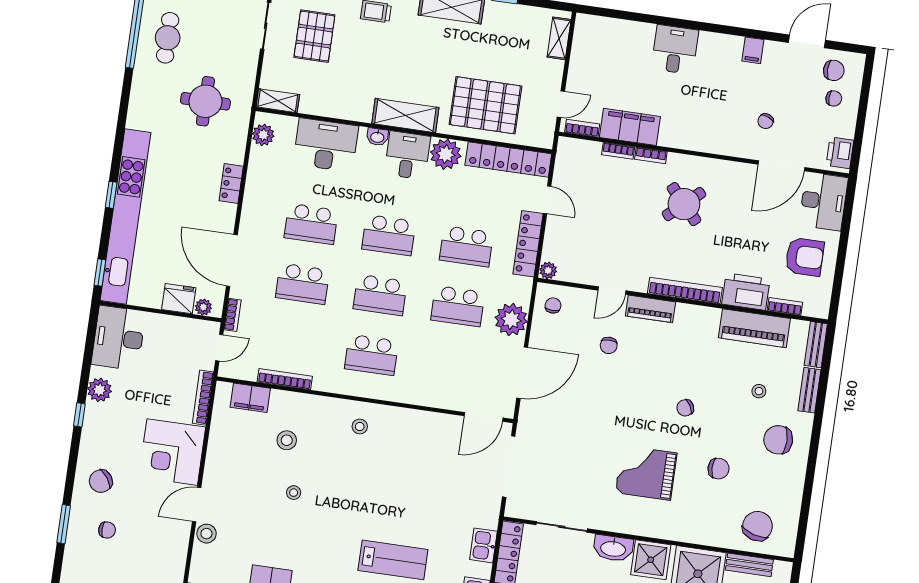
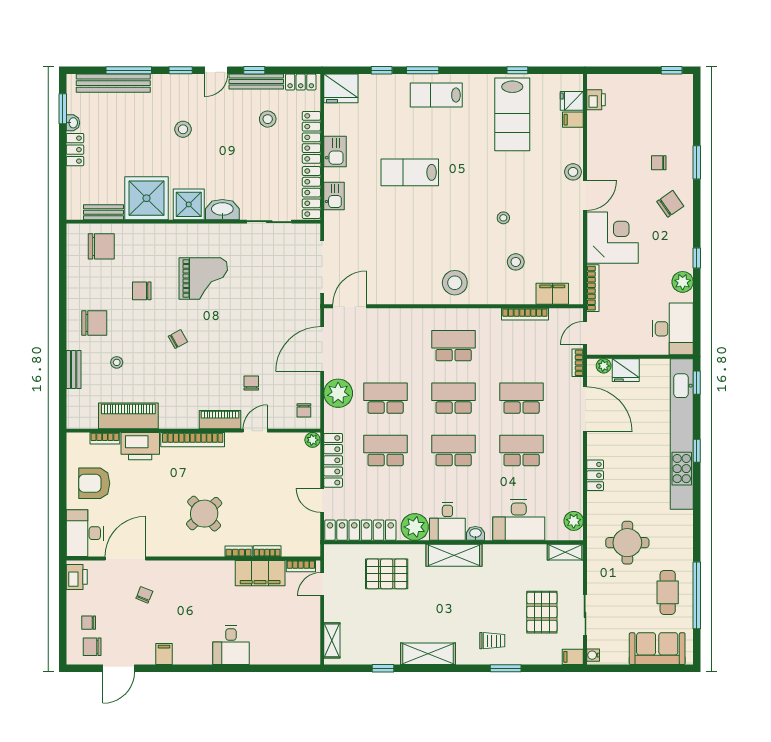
pallet: (485, 105) -> (387, 574), width x0.73, depth x0.71
bench: (816, 345) -> (74, 409), removed
stool: (360, 426) -> (455, 283), width x1.89, depth x1.89
chair: (757, 526) -> (101, 246), turned -106

